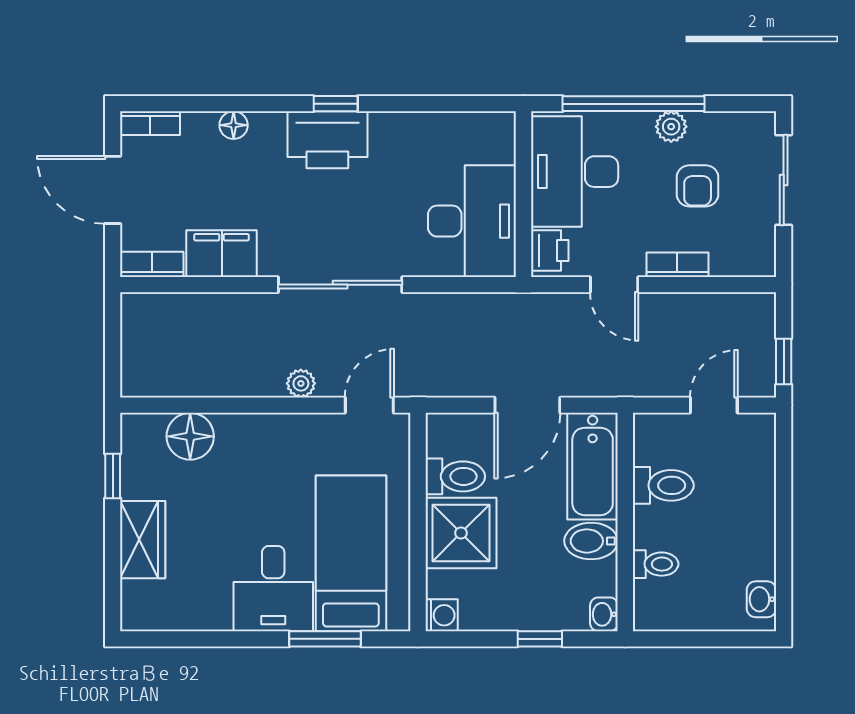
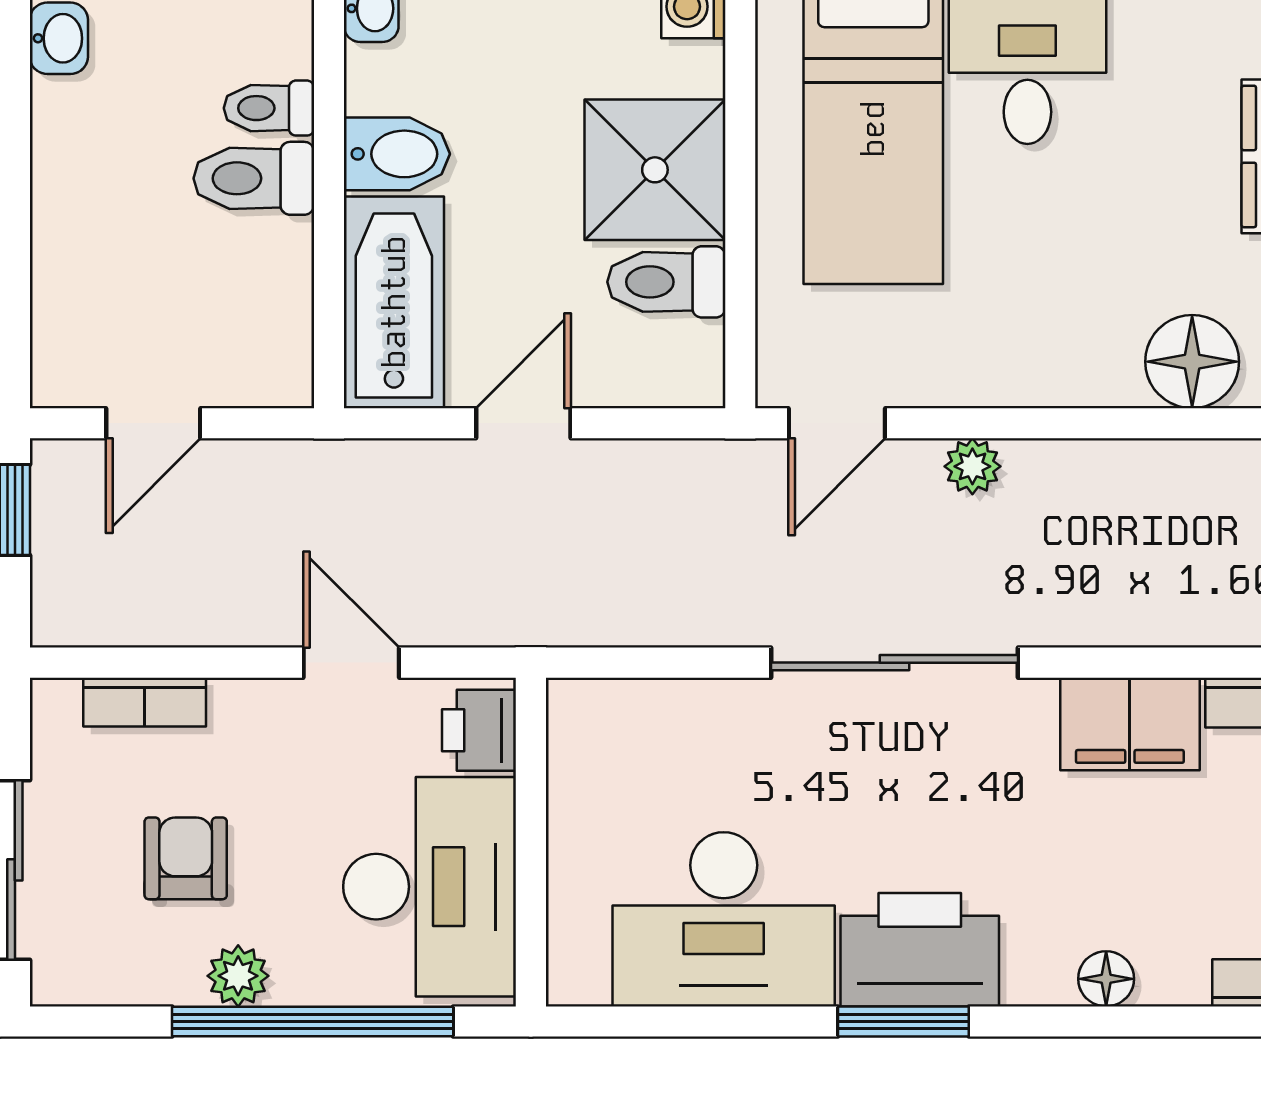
window: (336, 104) -> (903, 1021), width x1.50
desk: (472, 221) -> (724, 919), moved, turned -90
bookcase: (677, 265) -> (145, 702), moved
door: (527, 405) -> (523, 423), width x0.73
toilet: (663, 485) -> (254, 178), moved

